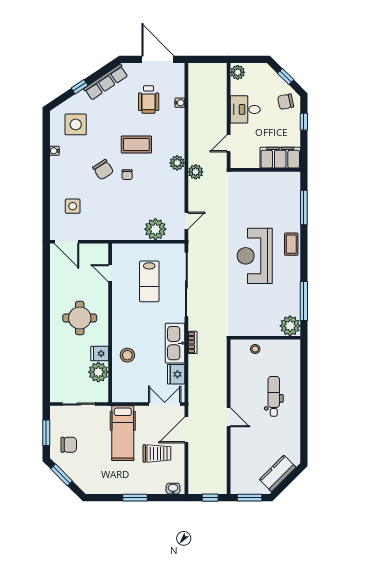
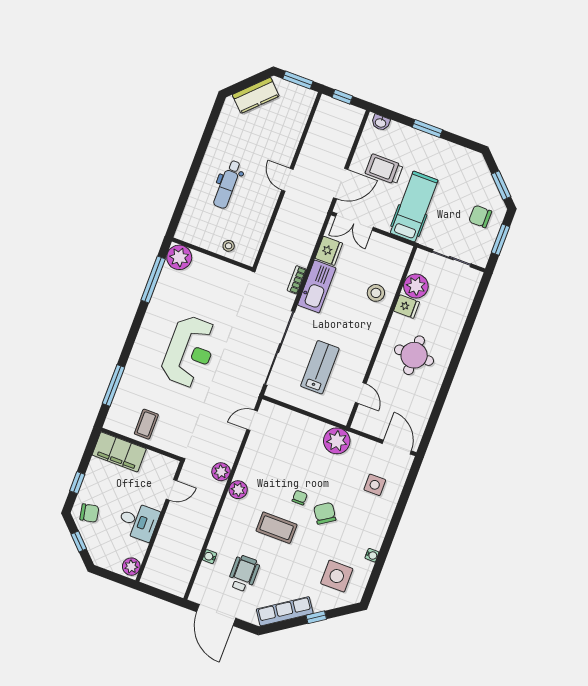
plant: (155, 229) -> (337, 441), moved
coffee table: (291, 244) -> (146, 424), moved

